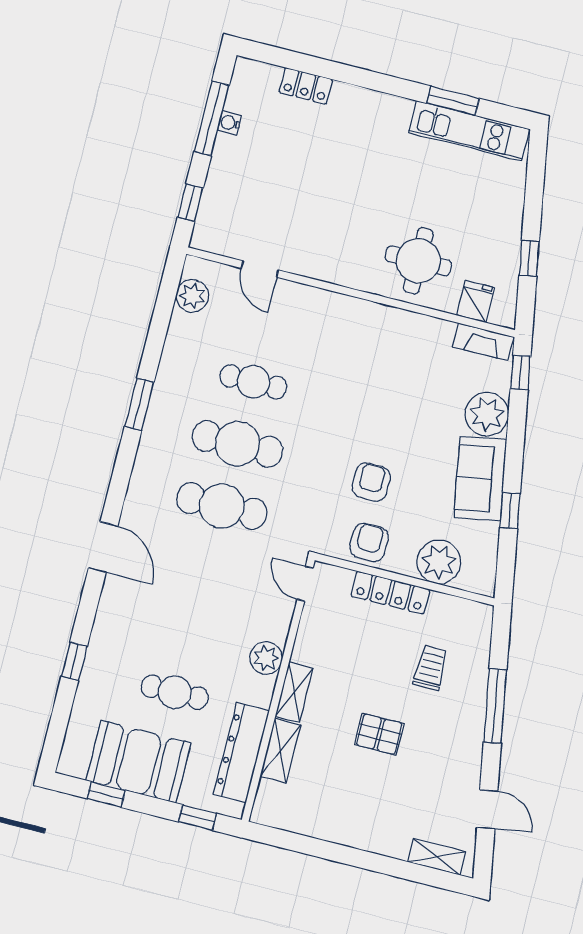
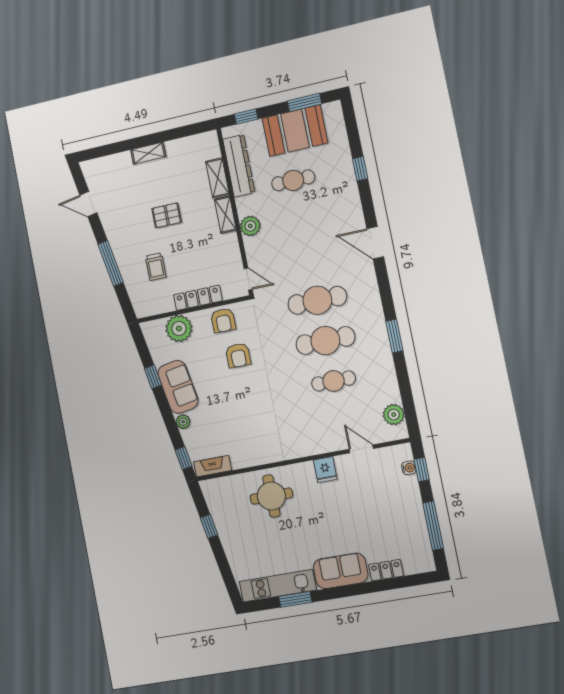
sofa: (370, 113) -> (341, 571), added
water cooler: (230, 123) -> (409, 468), moved
fridge: (476, 301) -> (325, 470), moved
plant: (487, 414) -> (183, 422), width x0.53, depth x0.53
window: (106, 794) -> (305, 102), width x1.50
shelving: (437, 857) -> (148, 153), moved

